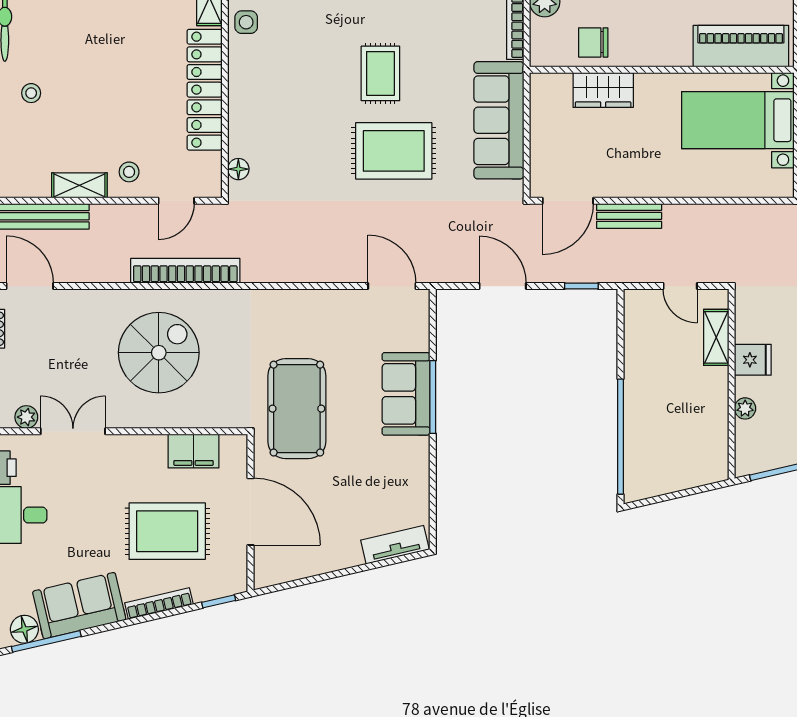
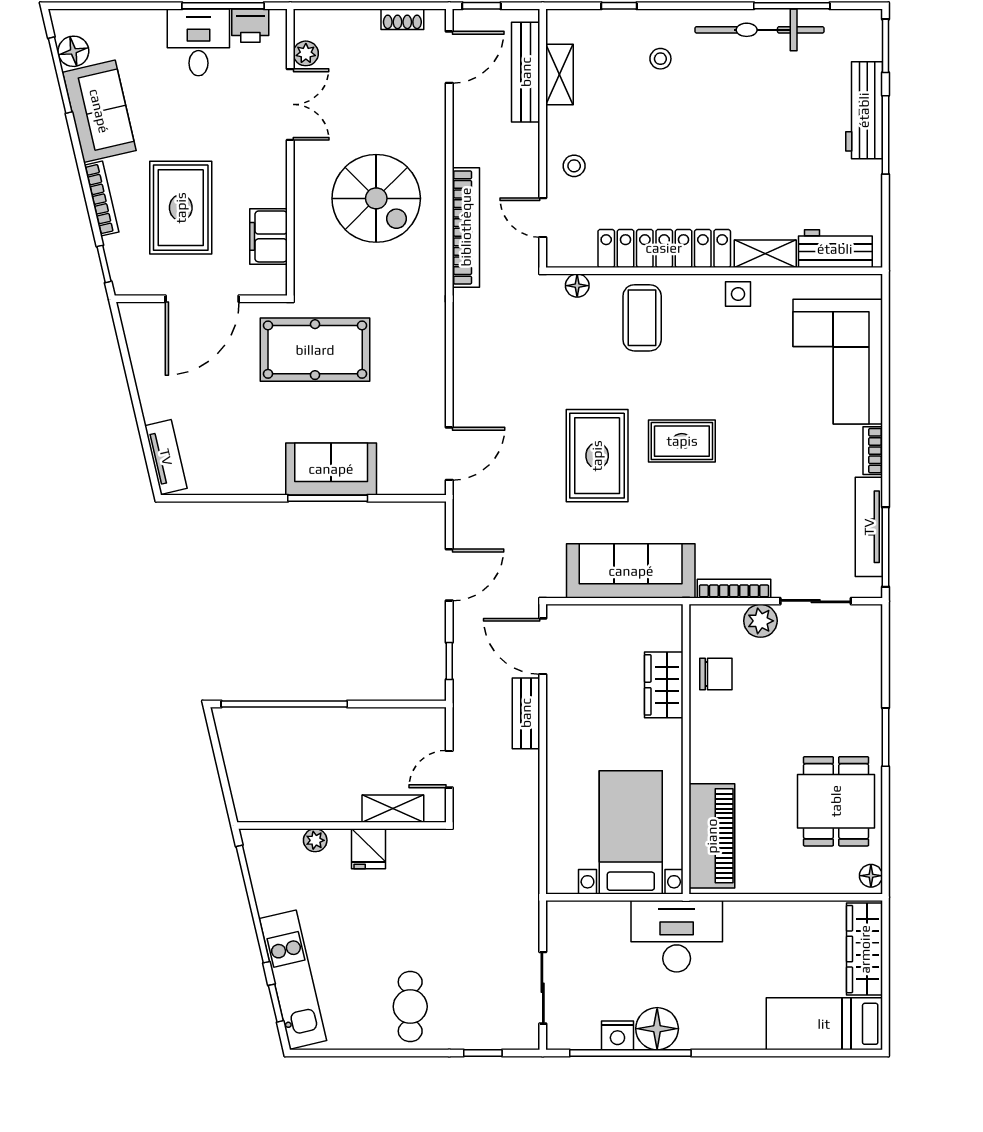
chair: (593, 42) -> (716, 674), turned 90
coffee table: (268, 110) -> (642, 318), added
shelving: (79, 185) -> (559, 74), moved

